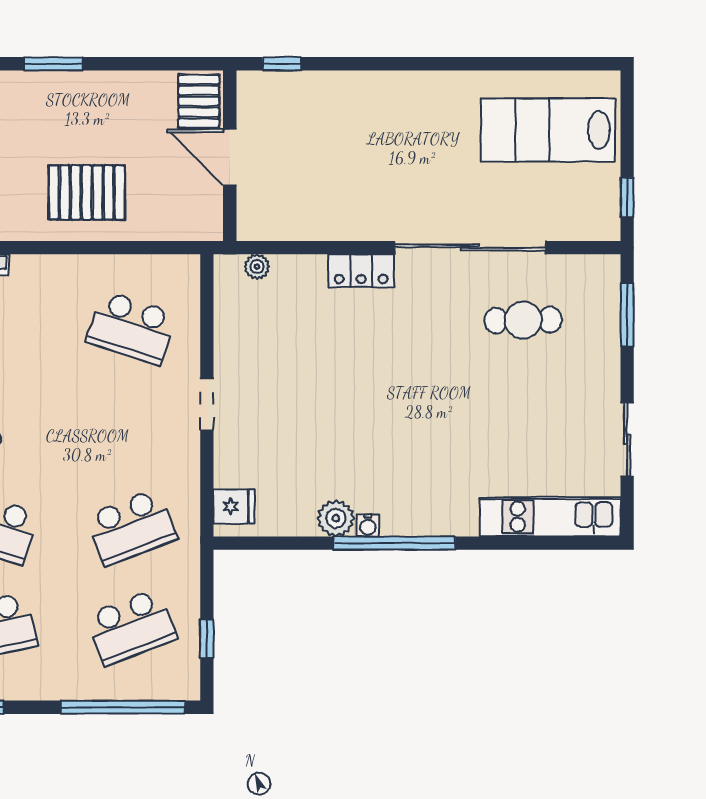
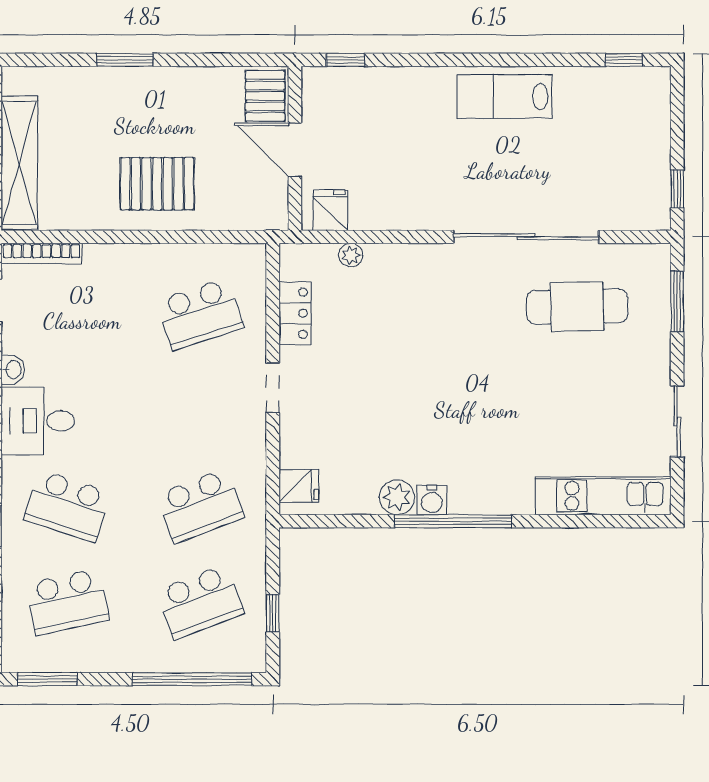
window: (572, 64) -> (624, 60), added
lab bench: (548, 130) -> (504, 97), moved, width x0.73, depth x0.72
fridge: (267, 220) -> (330, 210), added
plant: (257, 267) -> (351, 255), moved
locker: (361, 271) -> (295, 313), moved, turned -90
cafe table: (523, 320) -> (577, 307), width x1.37, depth x1.35
school desk: (131, 328) -> (200, 314), turned -36
water cooler: (368, 525) -> (432, 500), width x1.38, depth x1.38

